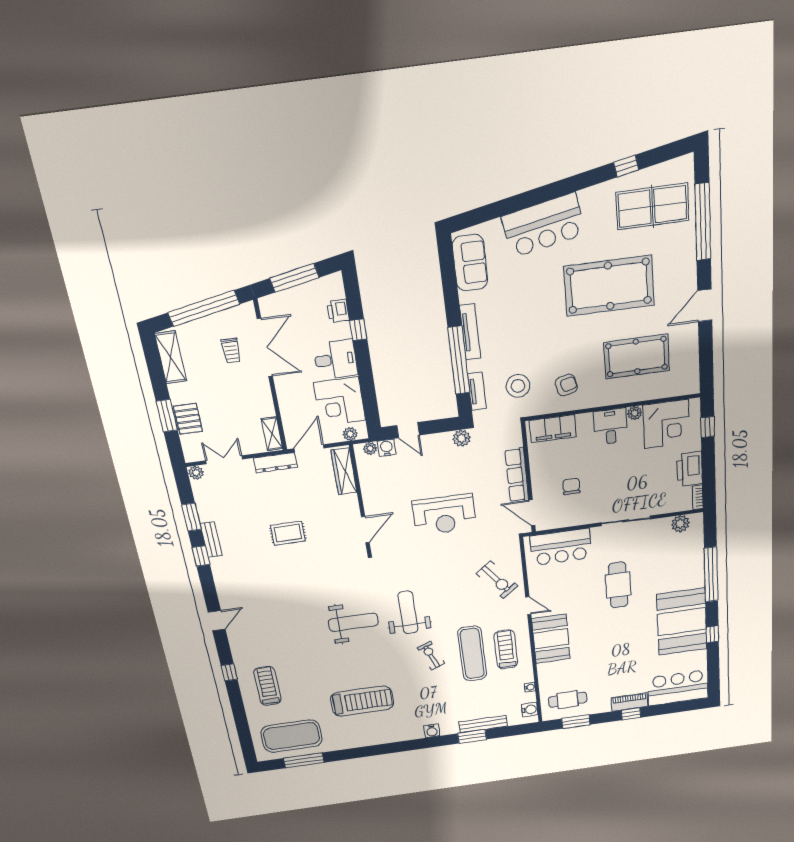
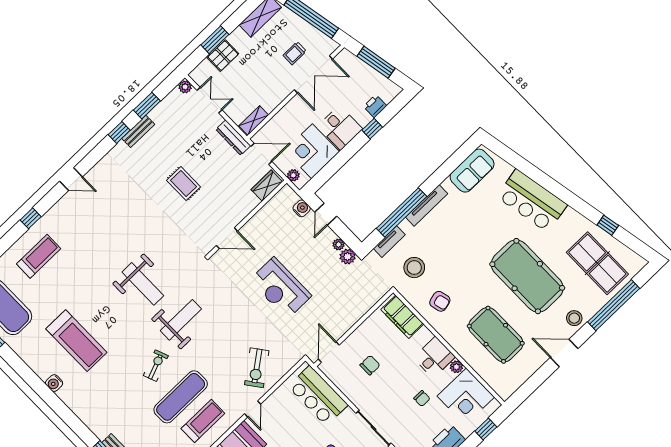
stool: (683, 271) -> (574, 318), added
plant: (370, 448) -> (339, 244), moved
chair: (636, 463) -> (422, 398), added
wardrobe: (344, 471) -> (267, 186), width x0.67
row of seats: (517, 475) -> (349, 318), removed
water cooler: (432, 731) -> (54, 383), moved

